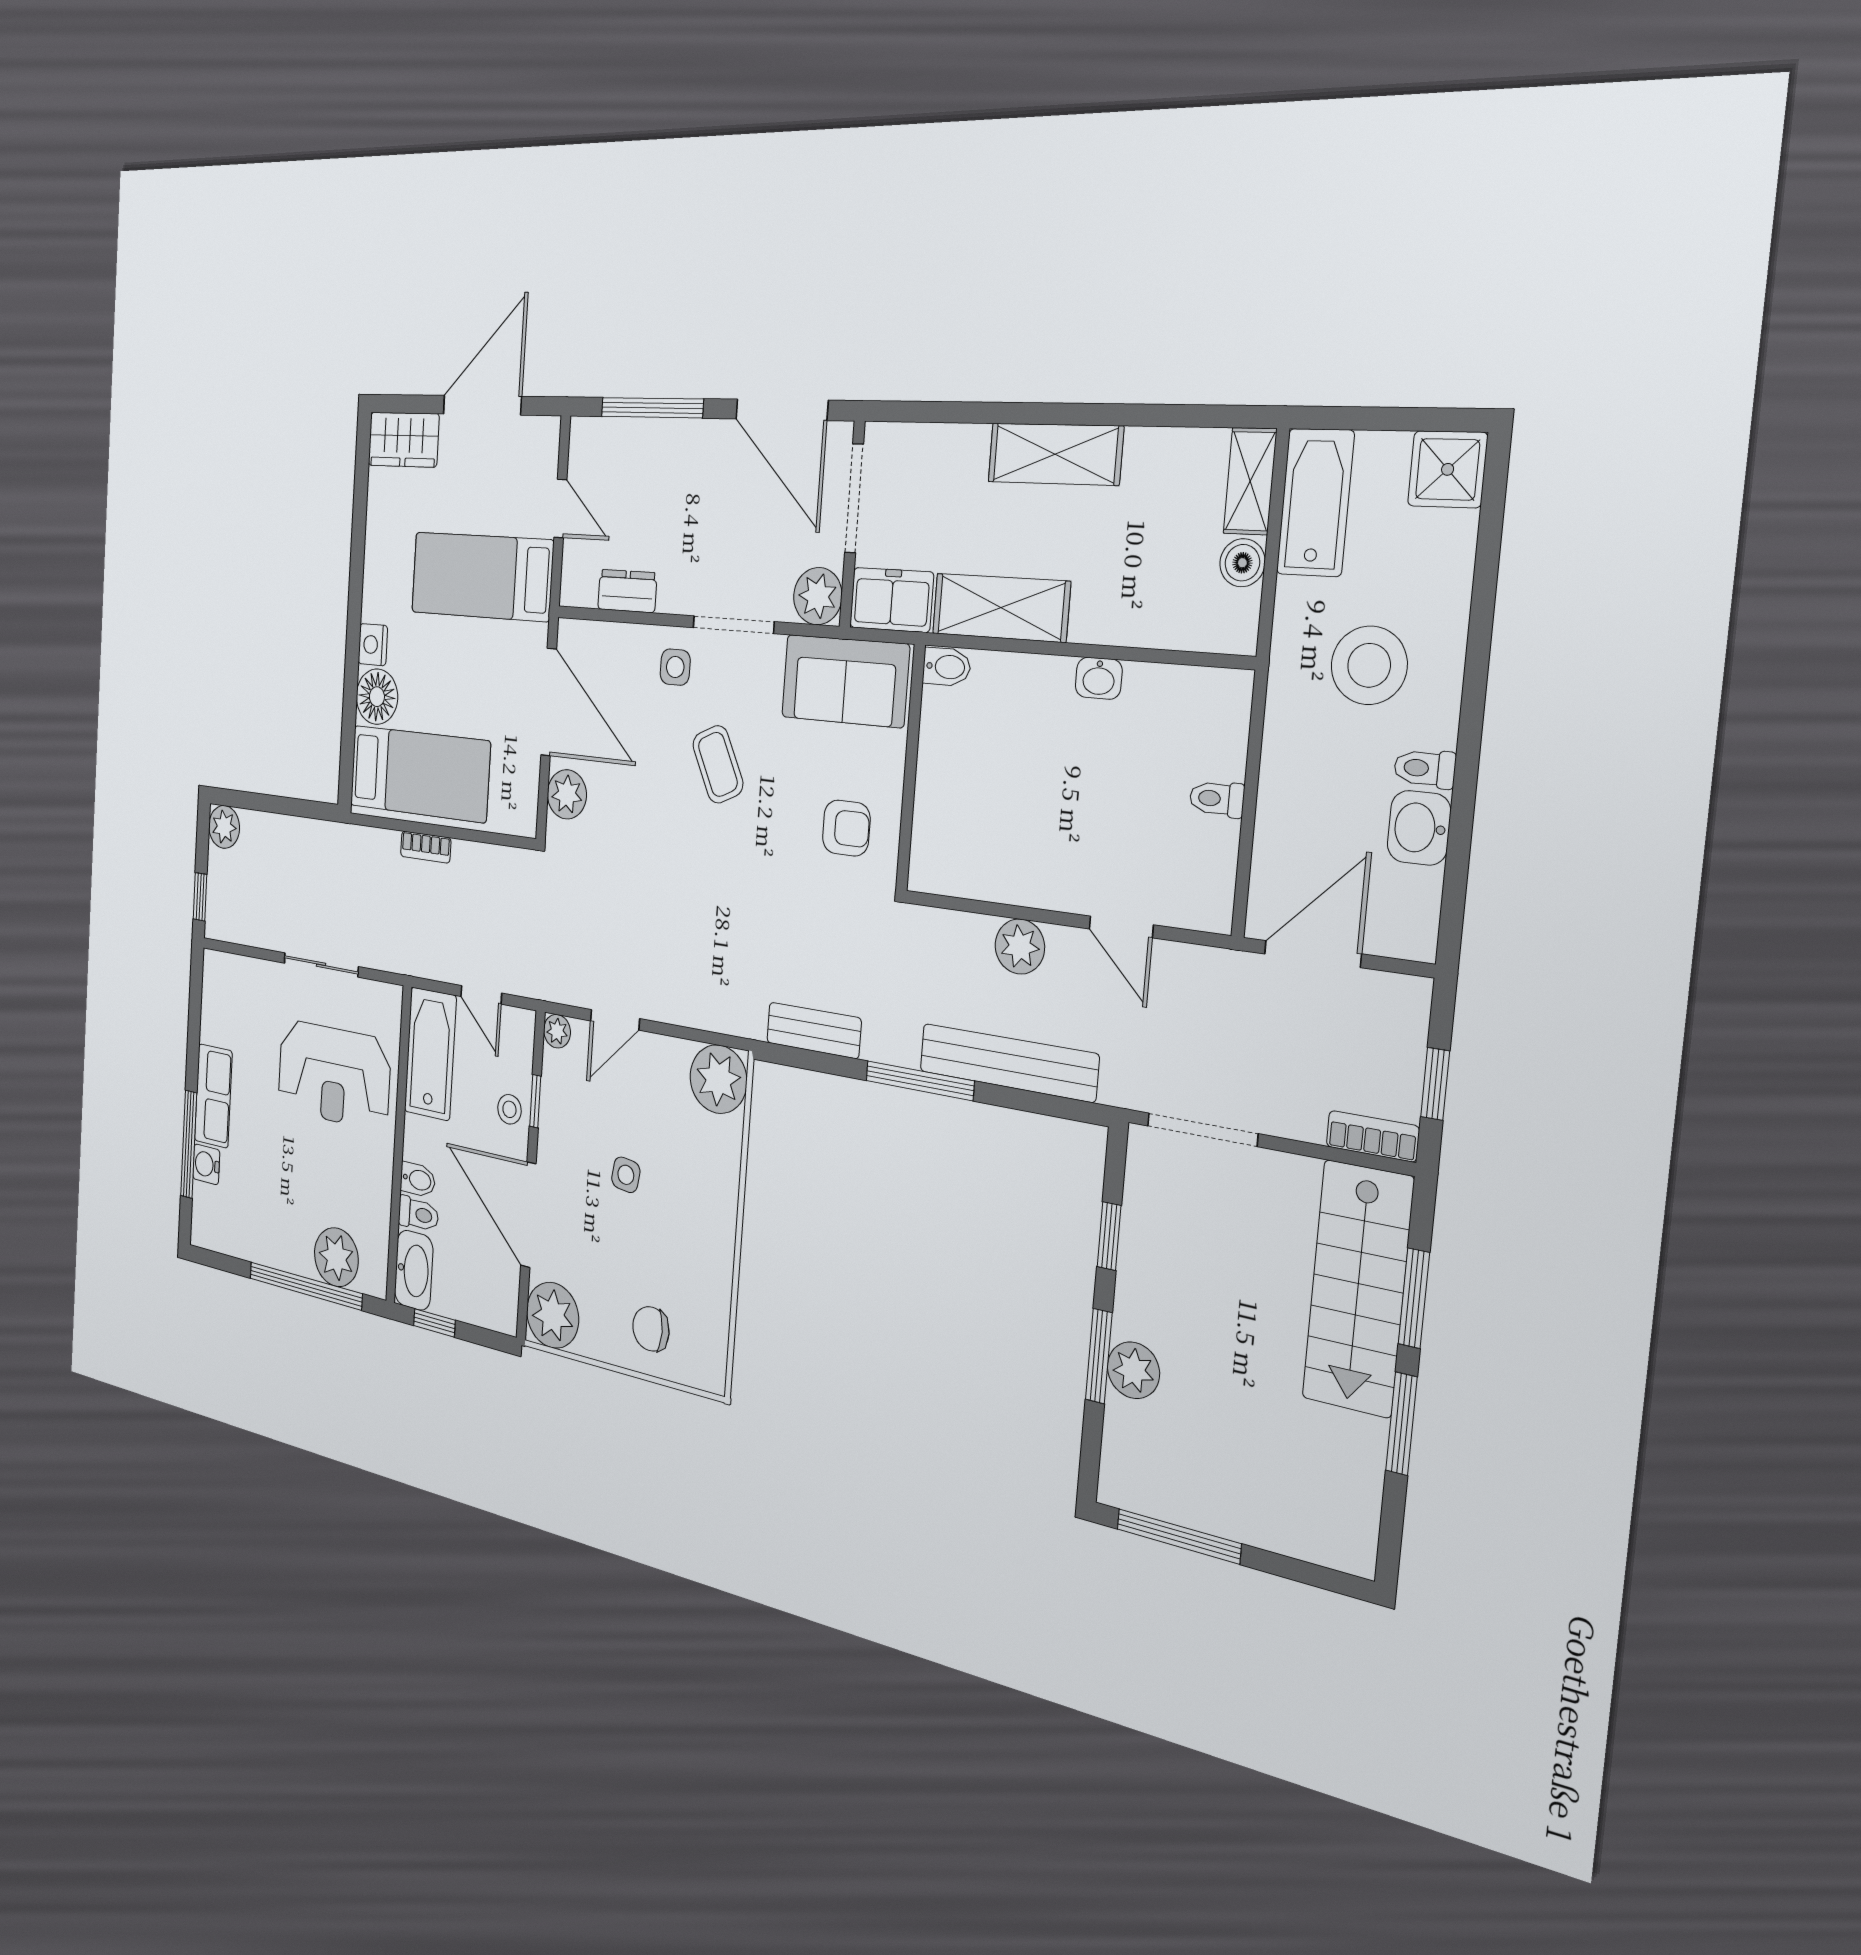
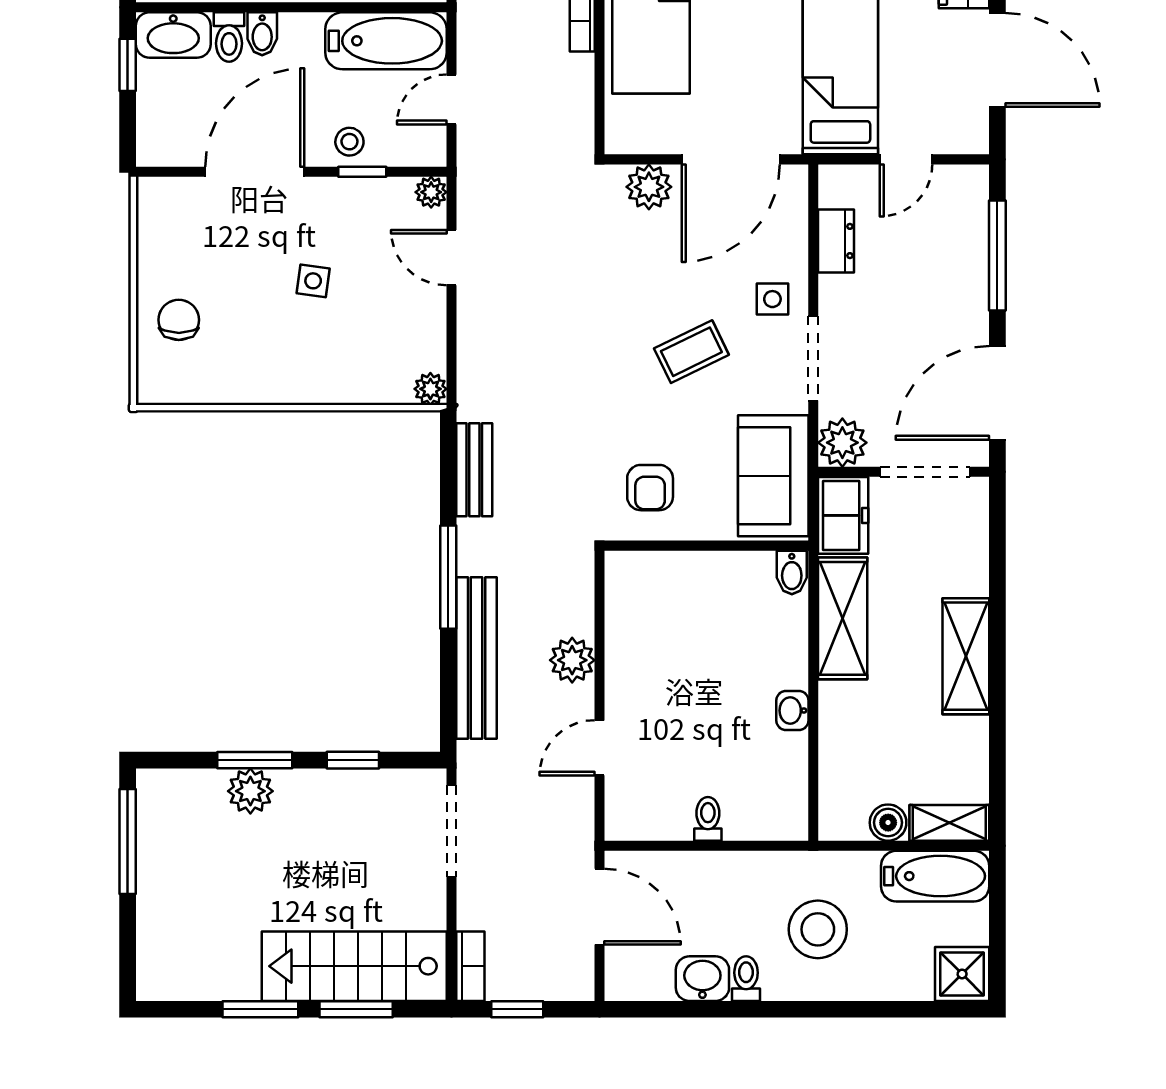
plant: (718, 1079) -> (430, 389), width x0.53, depth x0.53
plant: (553, 1315) -> (167, 207), removed

